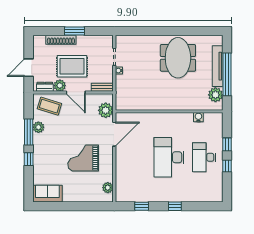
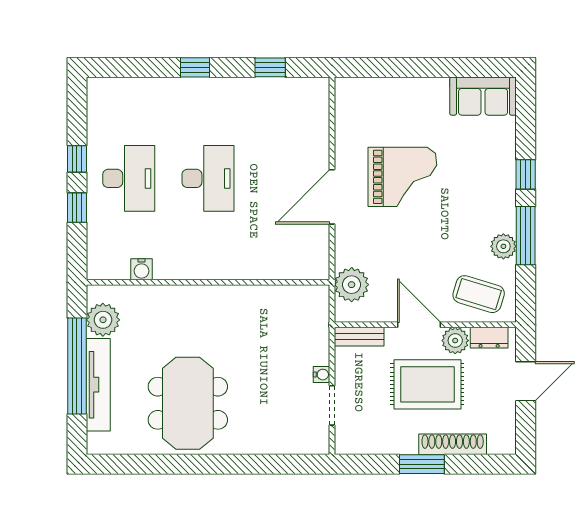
door: (114, 134) -> (332, 197), moved
desk: (169, 157) -> (208, 178), width x0.73, depth x0.77
plant: (108, 188) -> (347, 110), removed

